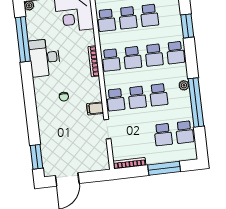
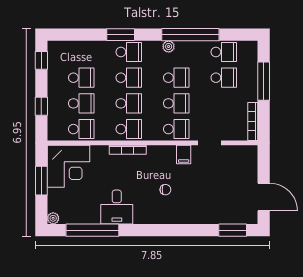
window: (187, 26) -> (121, 35), moved
desk: (45, 58) -> (117, 207), width x0.73

